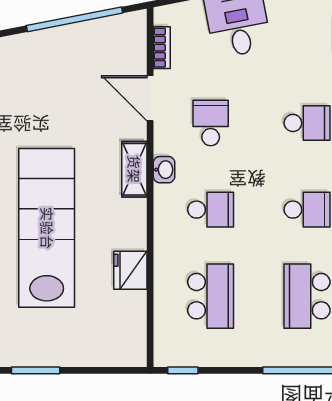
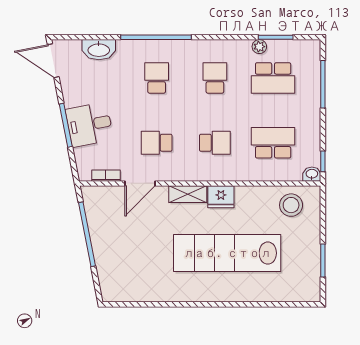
washbasin: (164, 170) -> (312, 174), moved
school desk: (211, 210) -> (215, 143), turned 90
fridge: (130, 270) -> (221, 197), moved
stool: (118, 323) -> (291, 205), added

